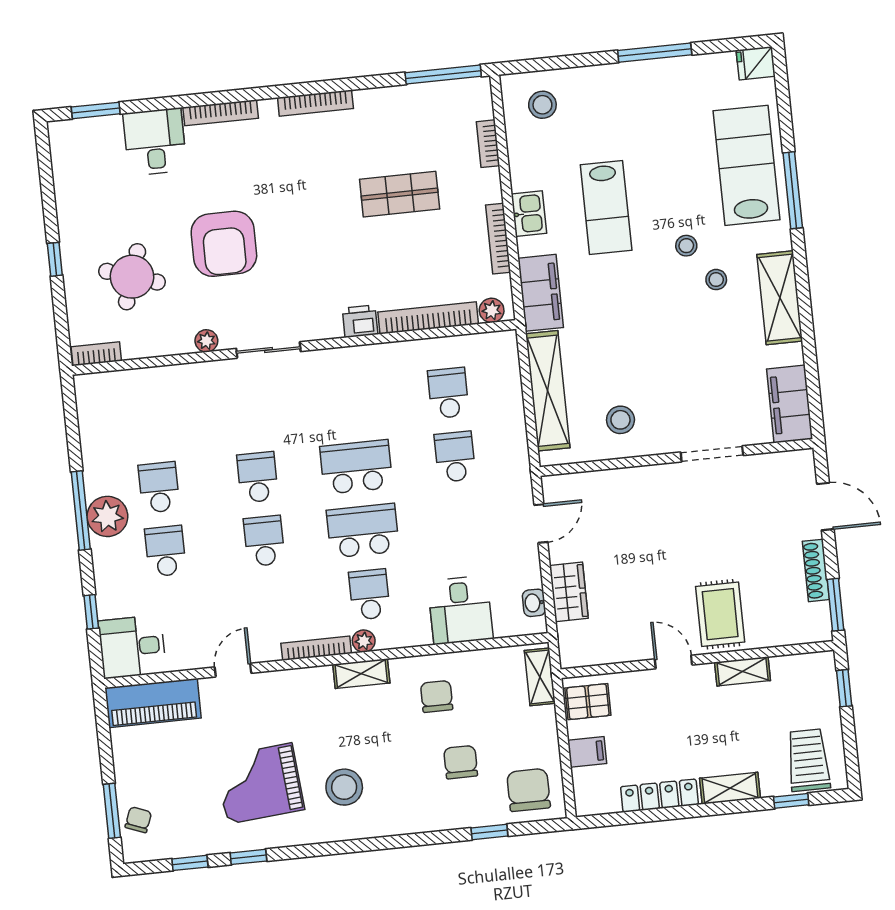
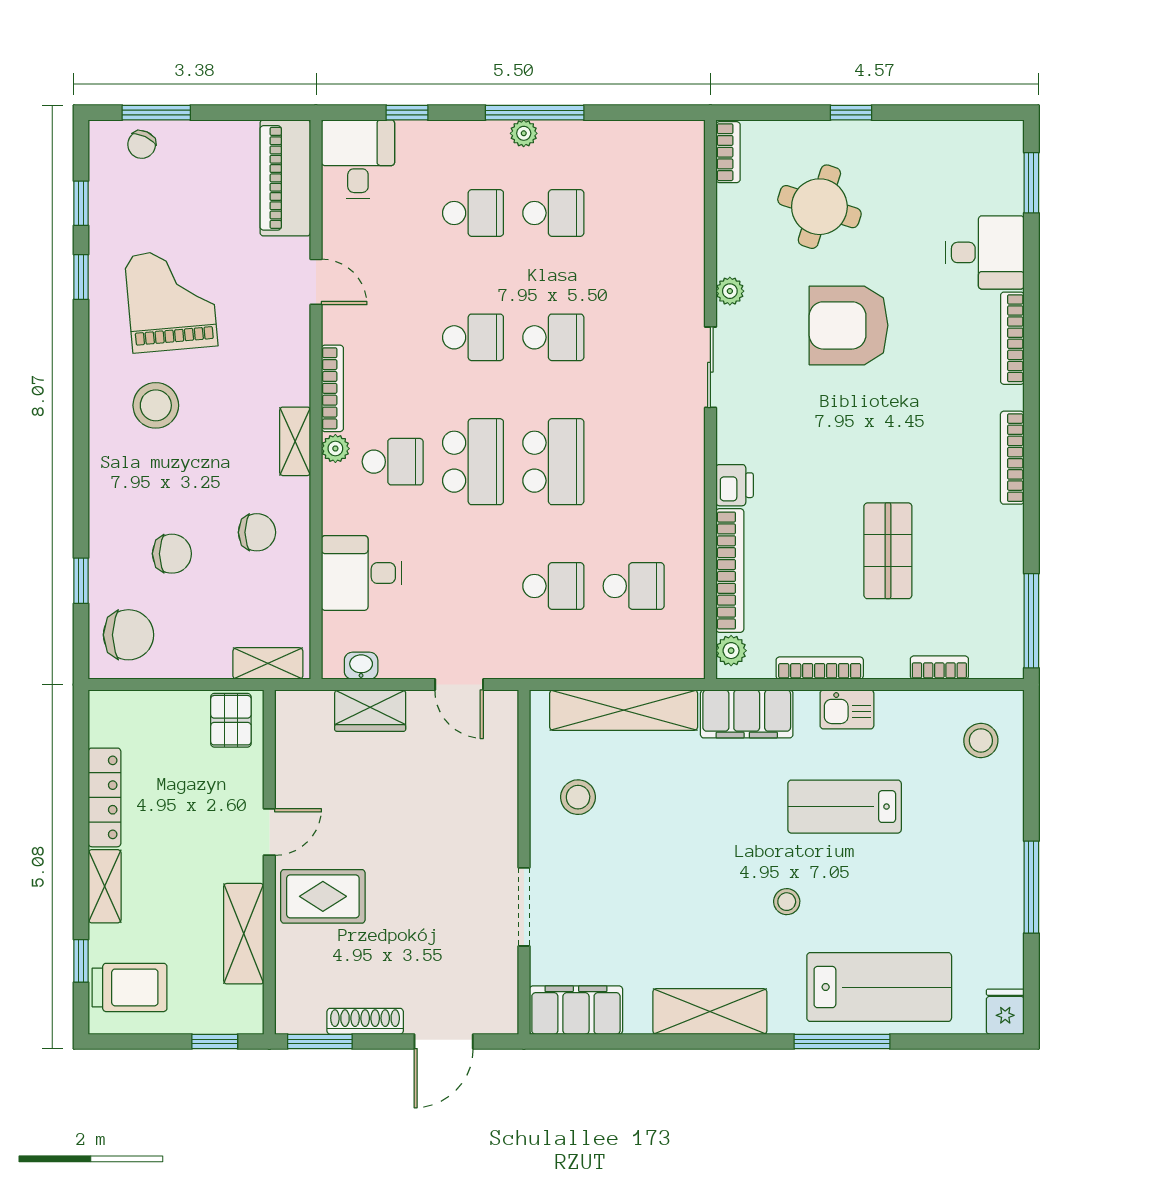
stool: (716, 280) -> (741, 935), removed
plant: (107, 516) -> (524, 133), width x0.53, depth x0.53
shelving: (743, 671) -> (244, 934), width x1.50, depth x1.33
filing cabinet: (587, 752) -> (168, 713), removed
chair: (138, 820) -> (142, 145), turned 94

